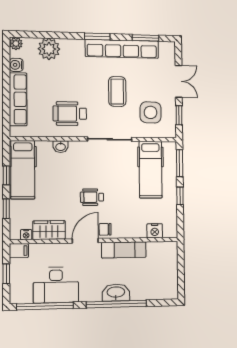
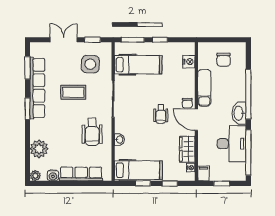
chair: (157, 273) -> (224, 60), added
washbasin: (116, 293) -> (239, 113), moved

